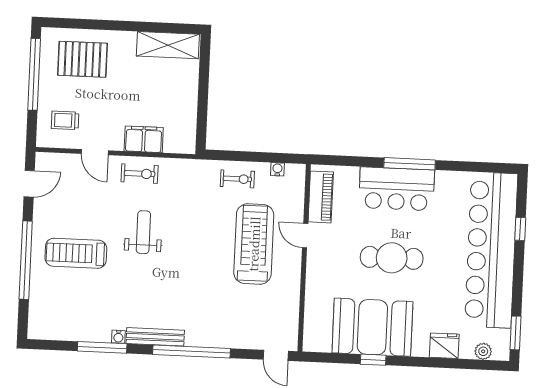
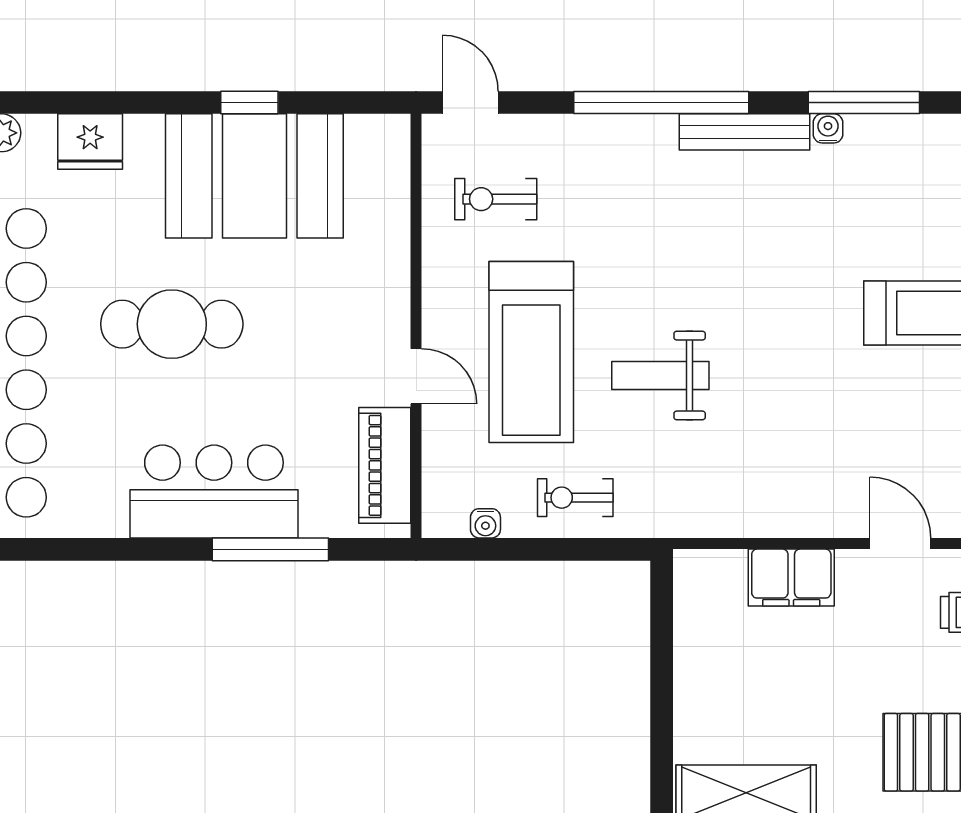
window: (410, 164) -> (270, 549), moved
exercise bike: (140, 174) -> (496, 199), moved
weight bench: (143, 232) -> (660, 376), moved, turned 90
cafe table: (392, 258) -> (172, 324), moved

